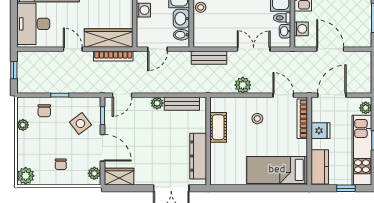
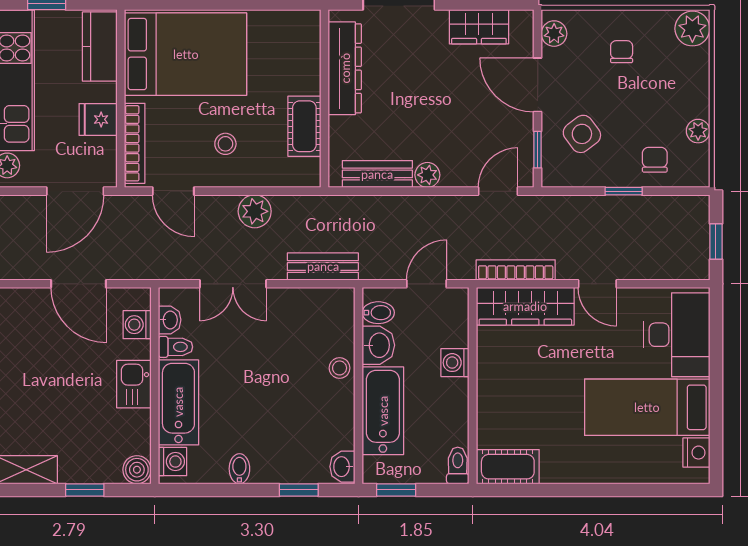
bed: (277, 170) -> (186, 54), width x1.50
wardrobe: (119, 177) -> (479, 27), moved

